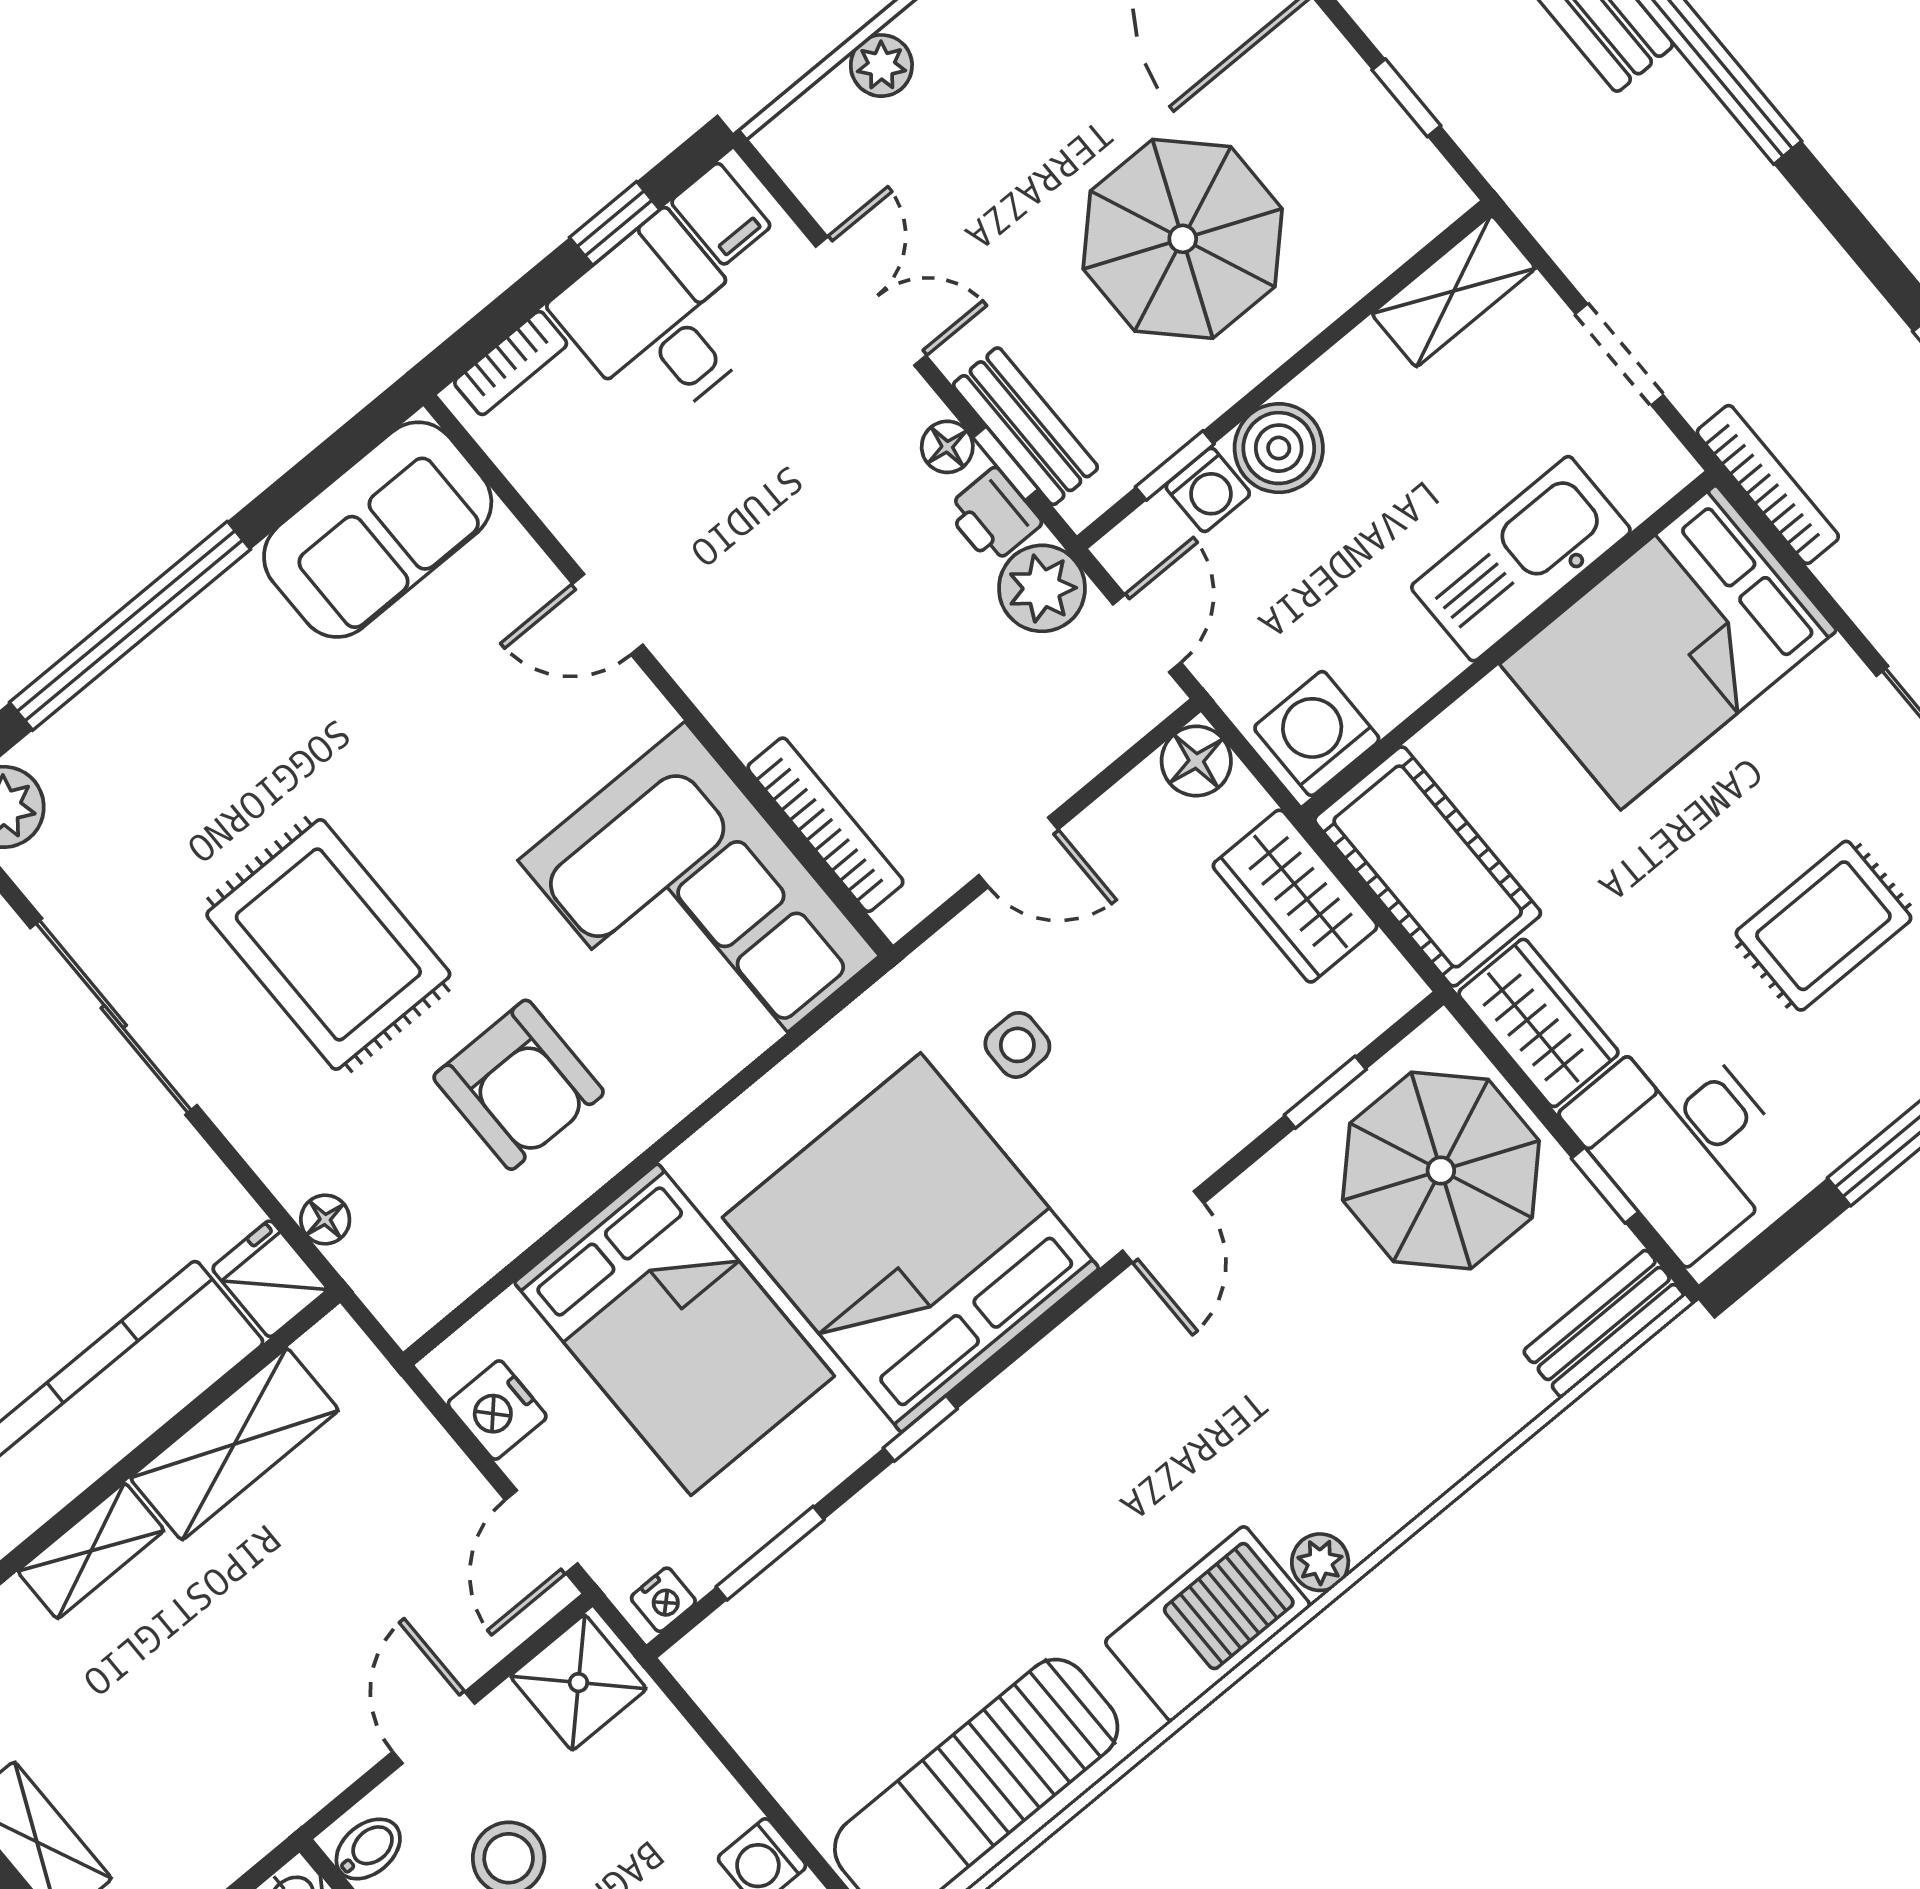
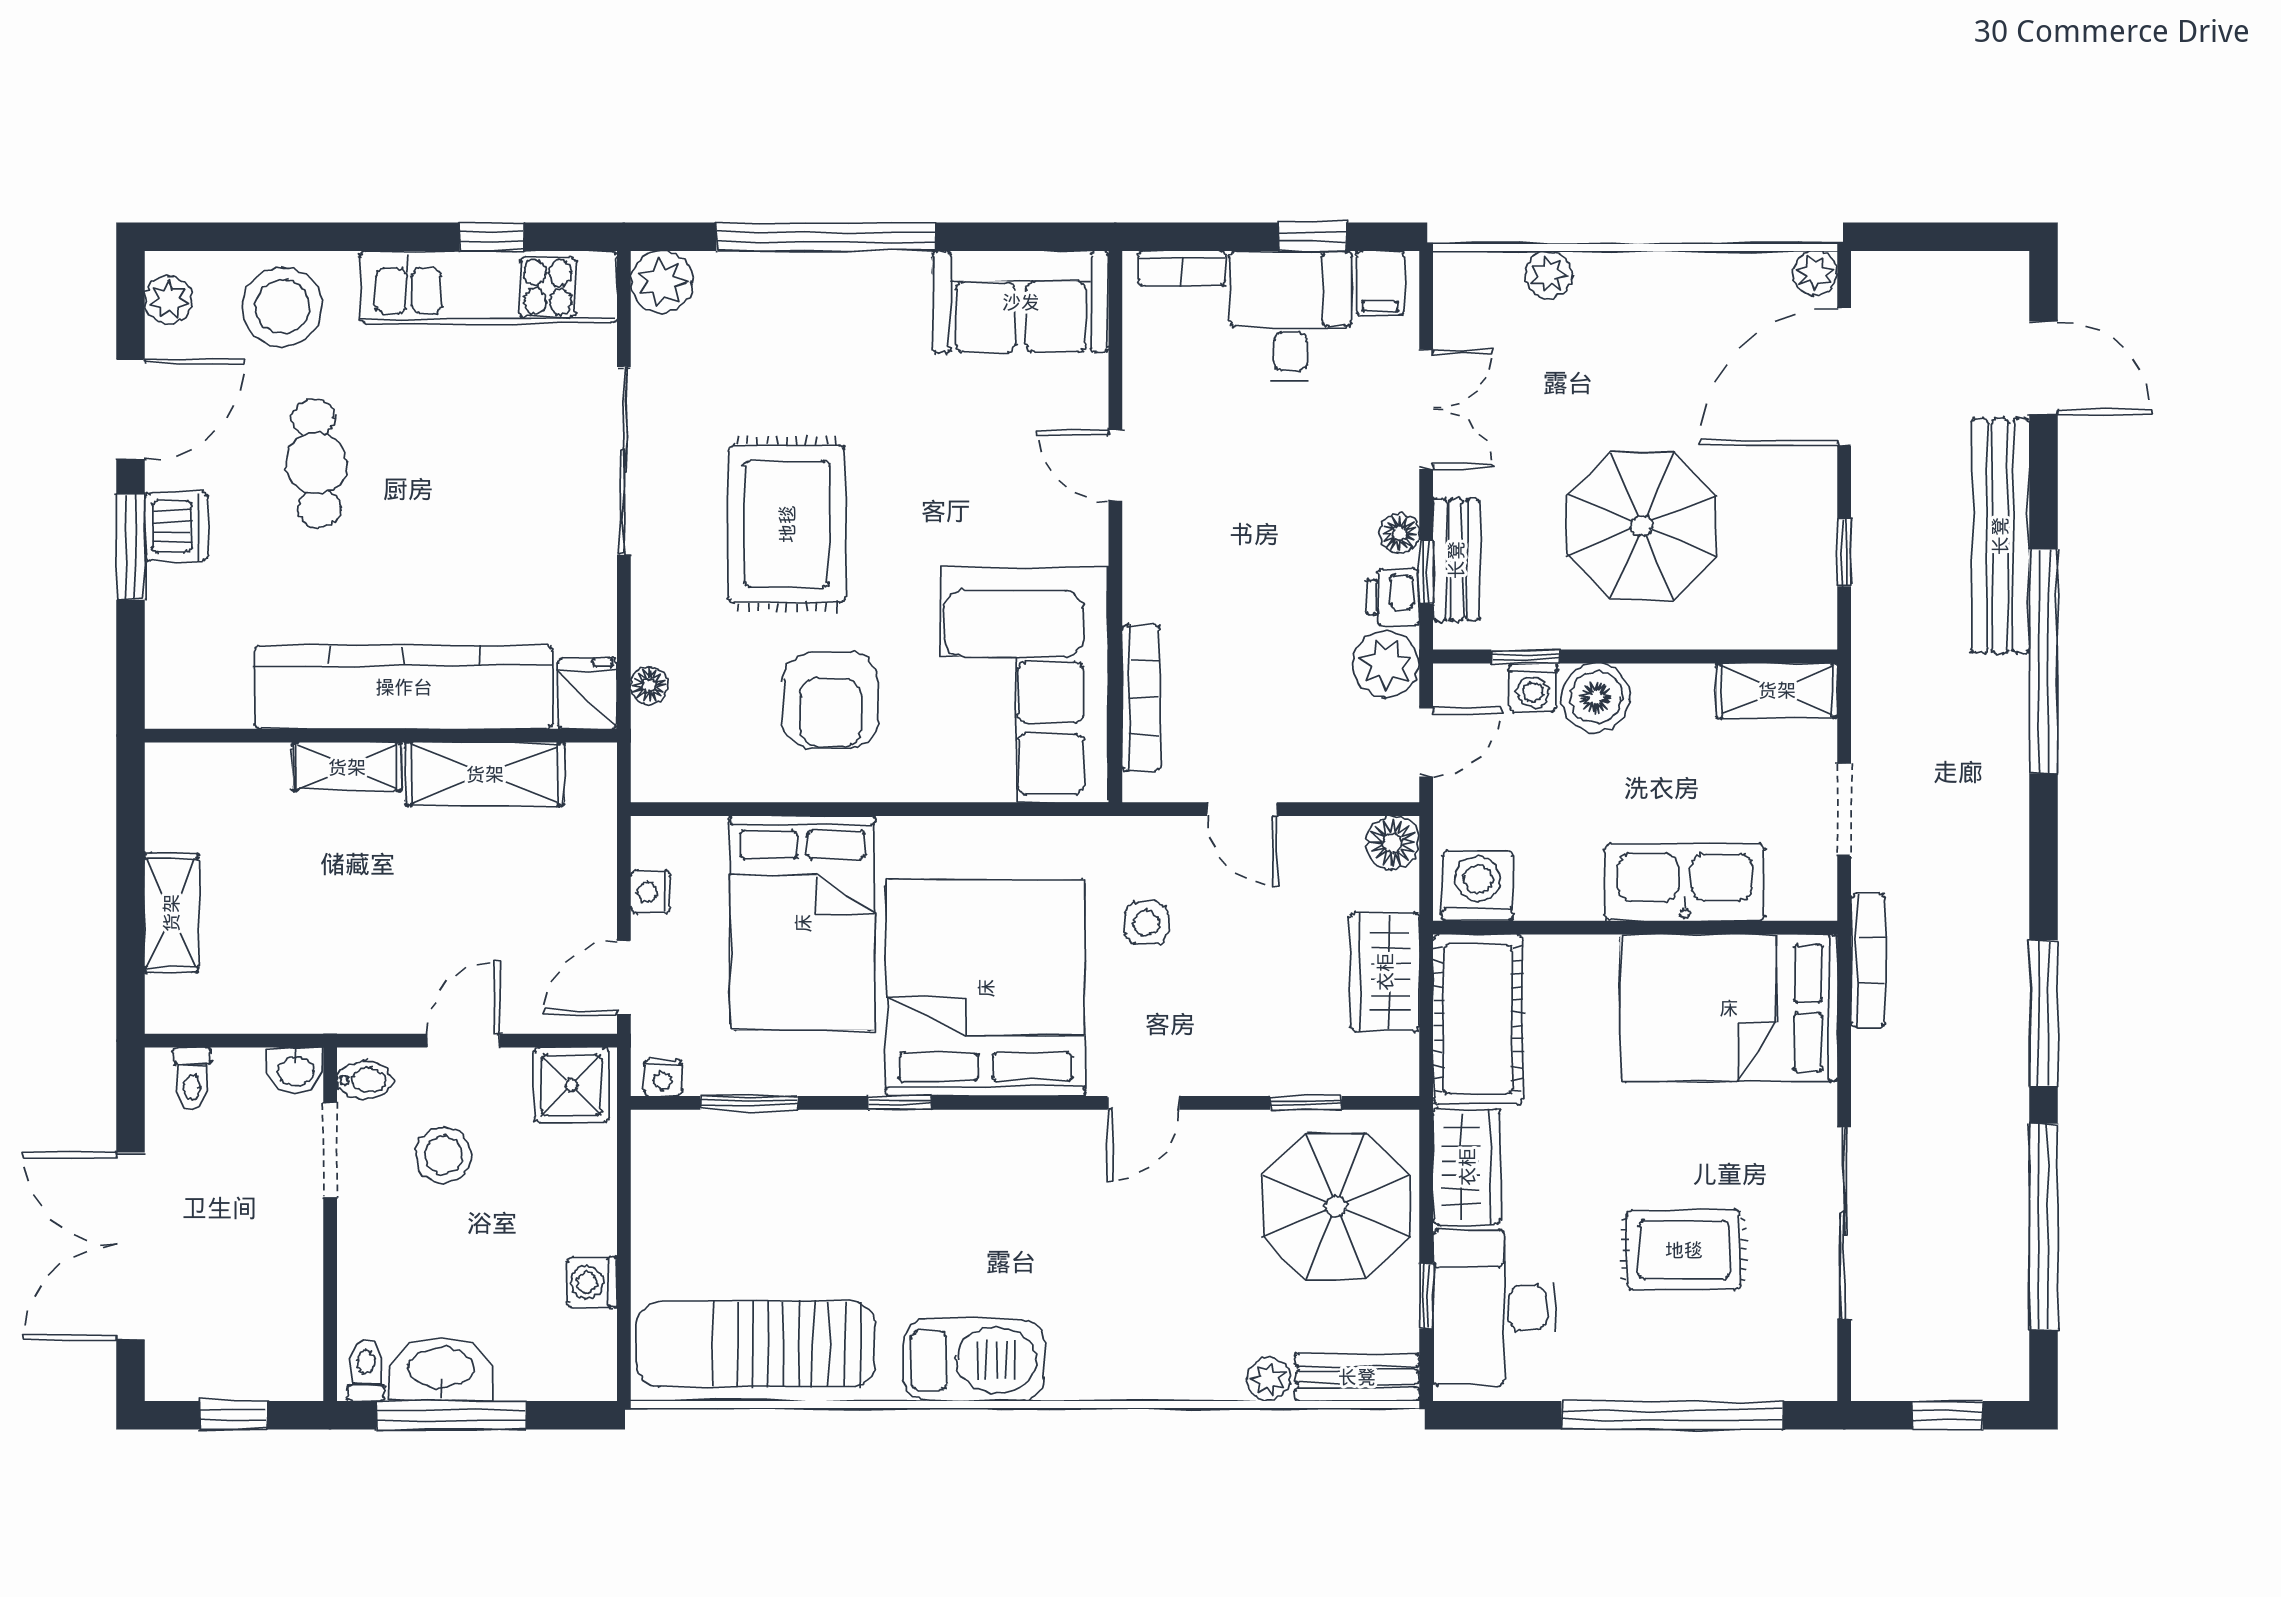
nightstand: (497, 1410) -> (651, 892), width x0.72, depth x0.74
plant: (1320, 1562) -> (1269, 1379), moved

